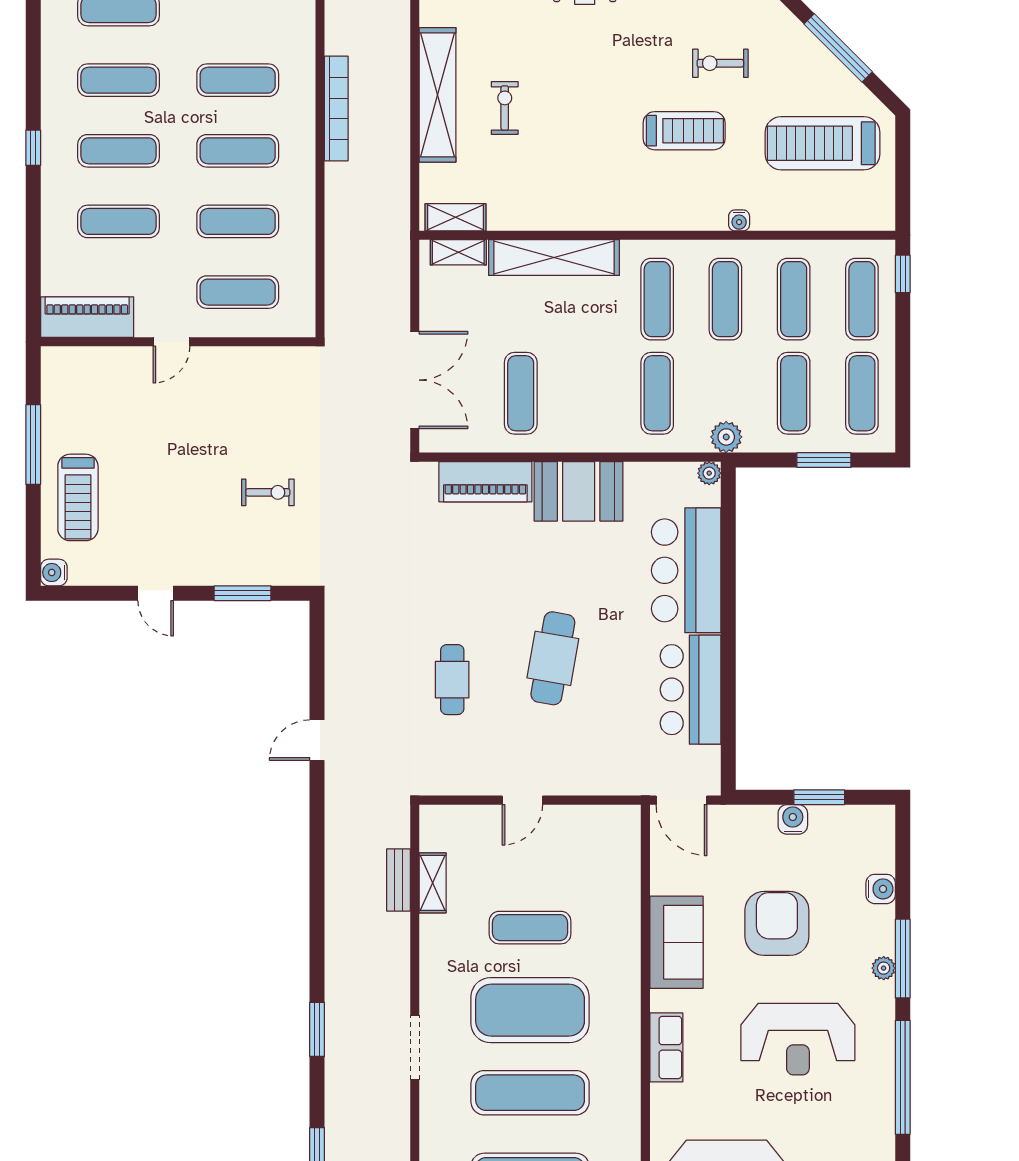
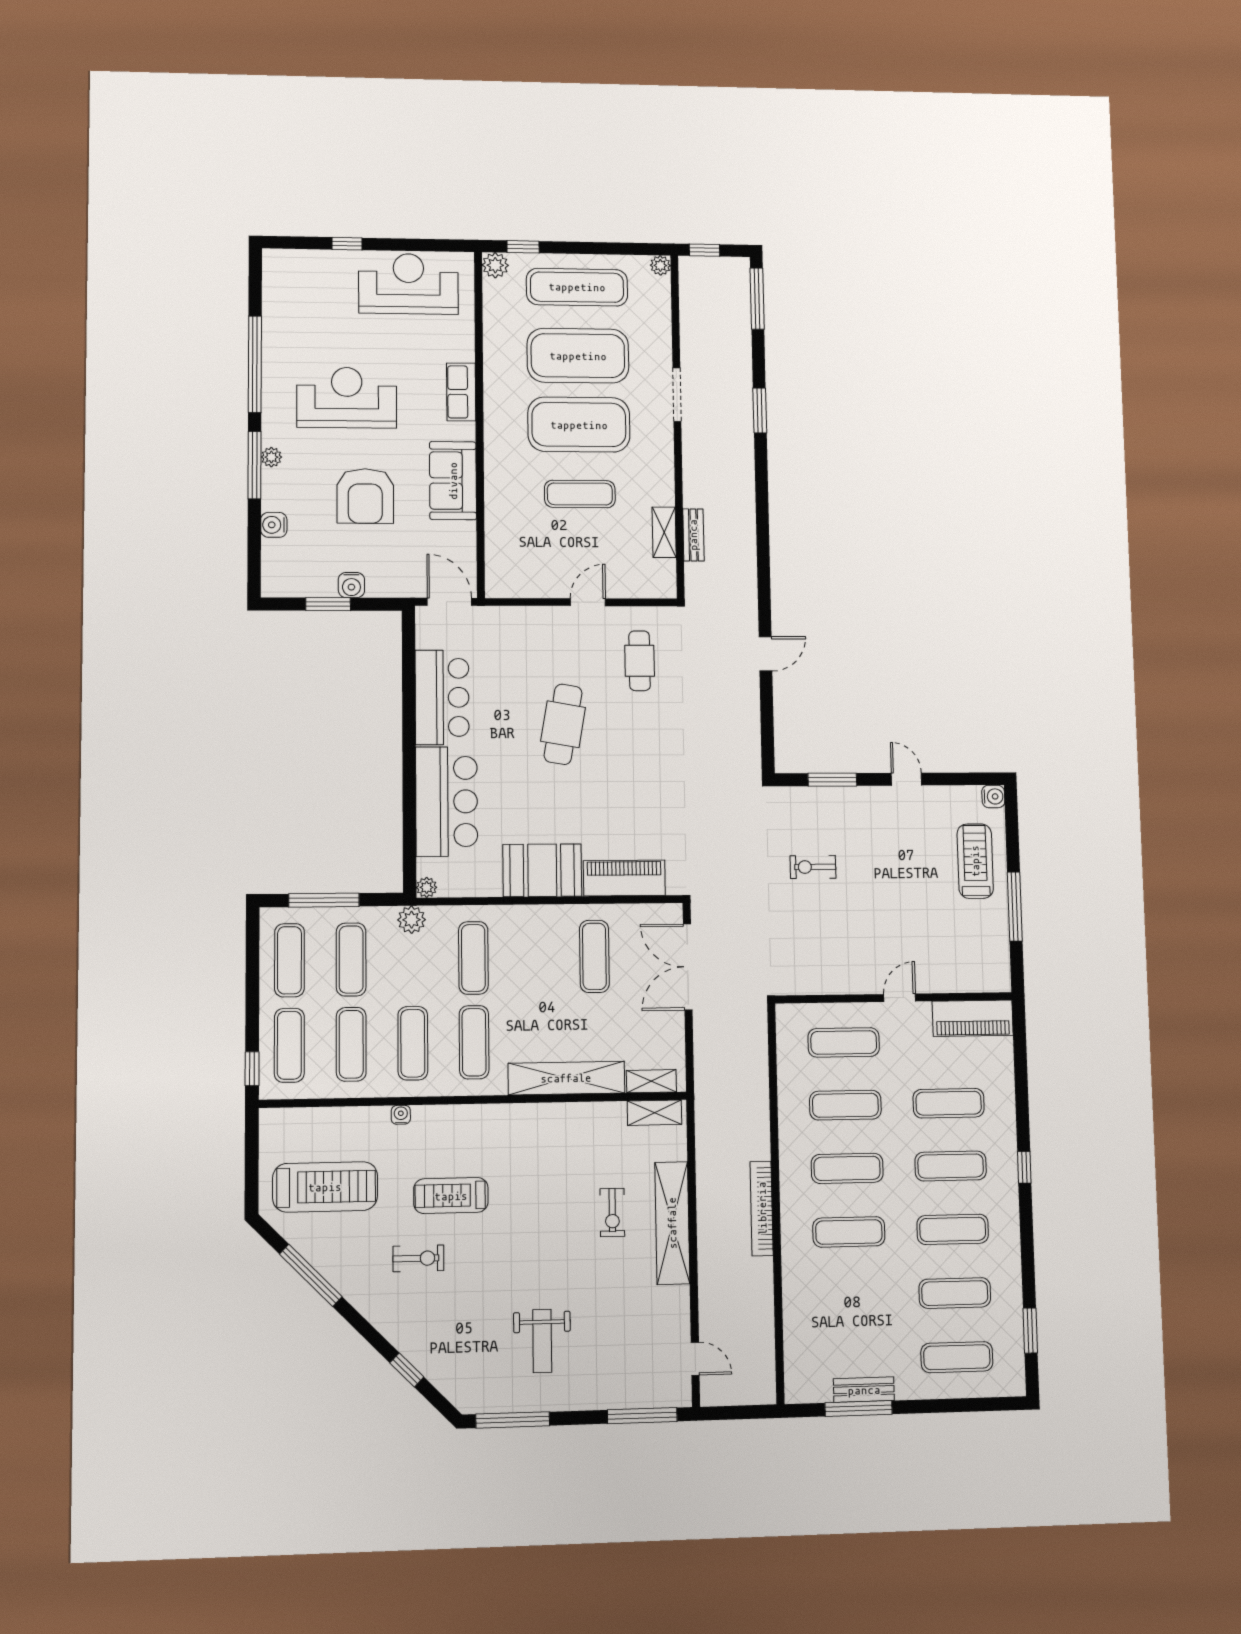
window: (824, 460) -> (324, 900), width x1.44
cafe table: (452, 680) -> (640, 661), moved
exercise mat: (530, 1093) -> (578, 356), width x1.47

